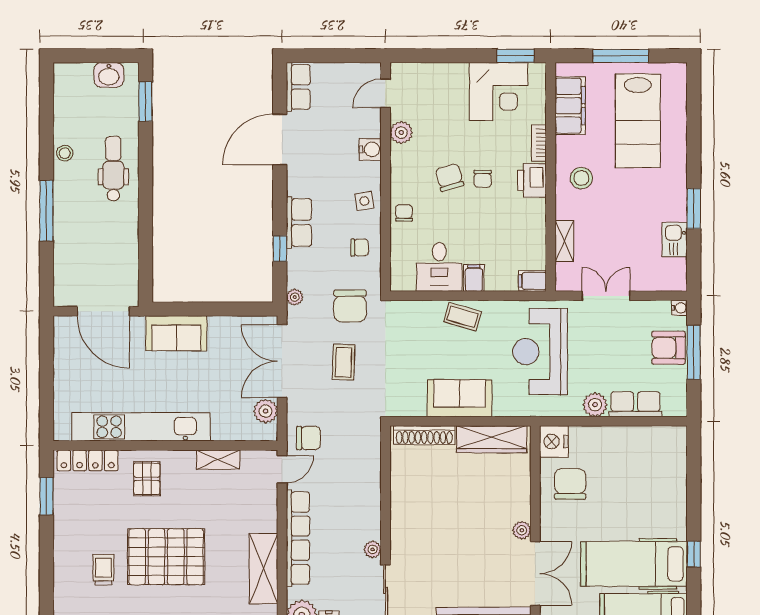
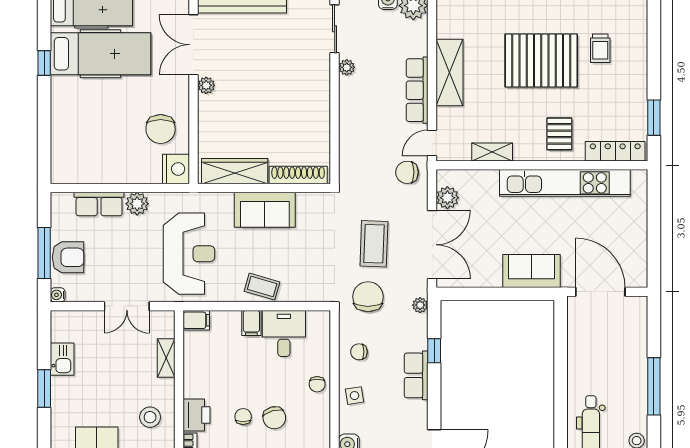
coffee table: (344, 362) -> (374, 244), width x1.36, depth x1.30
row of seats: (298, 538) -> (417, 90), width x0.73
shelving: (264, 569) -> (449, 72), moved

